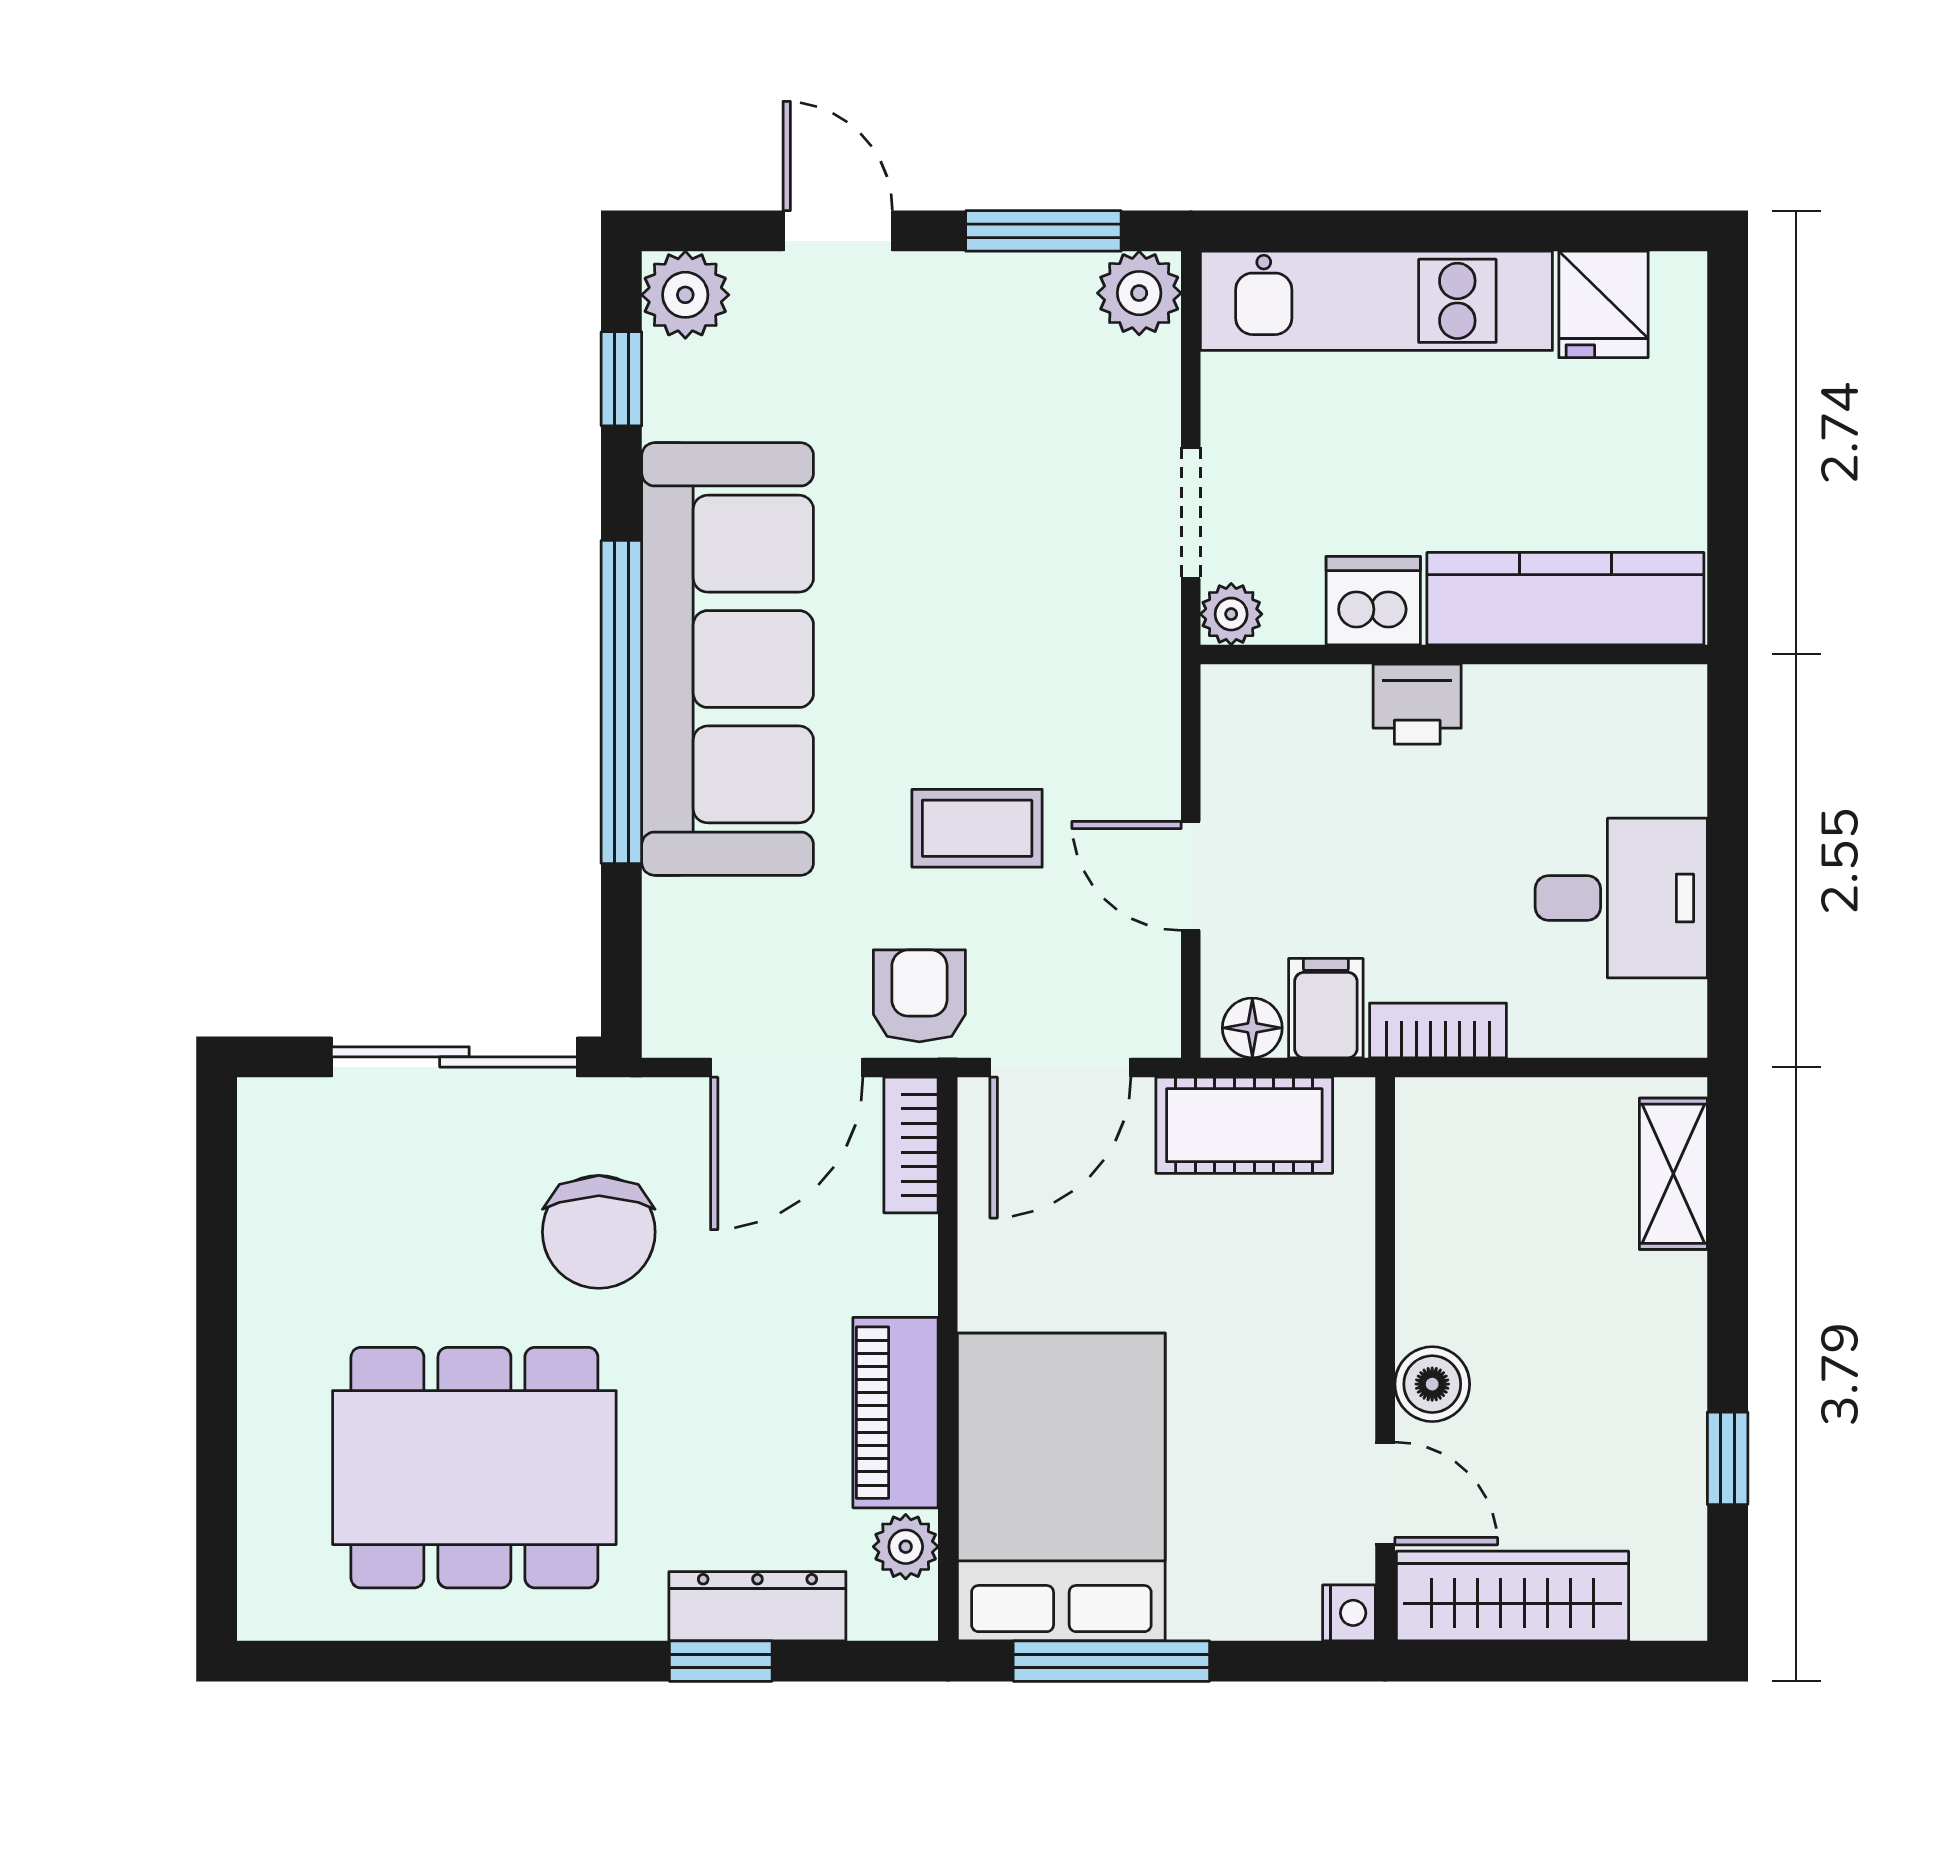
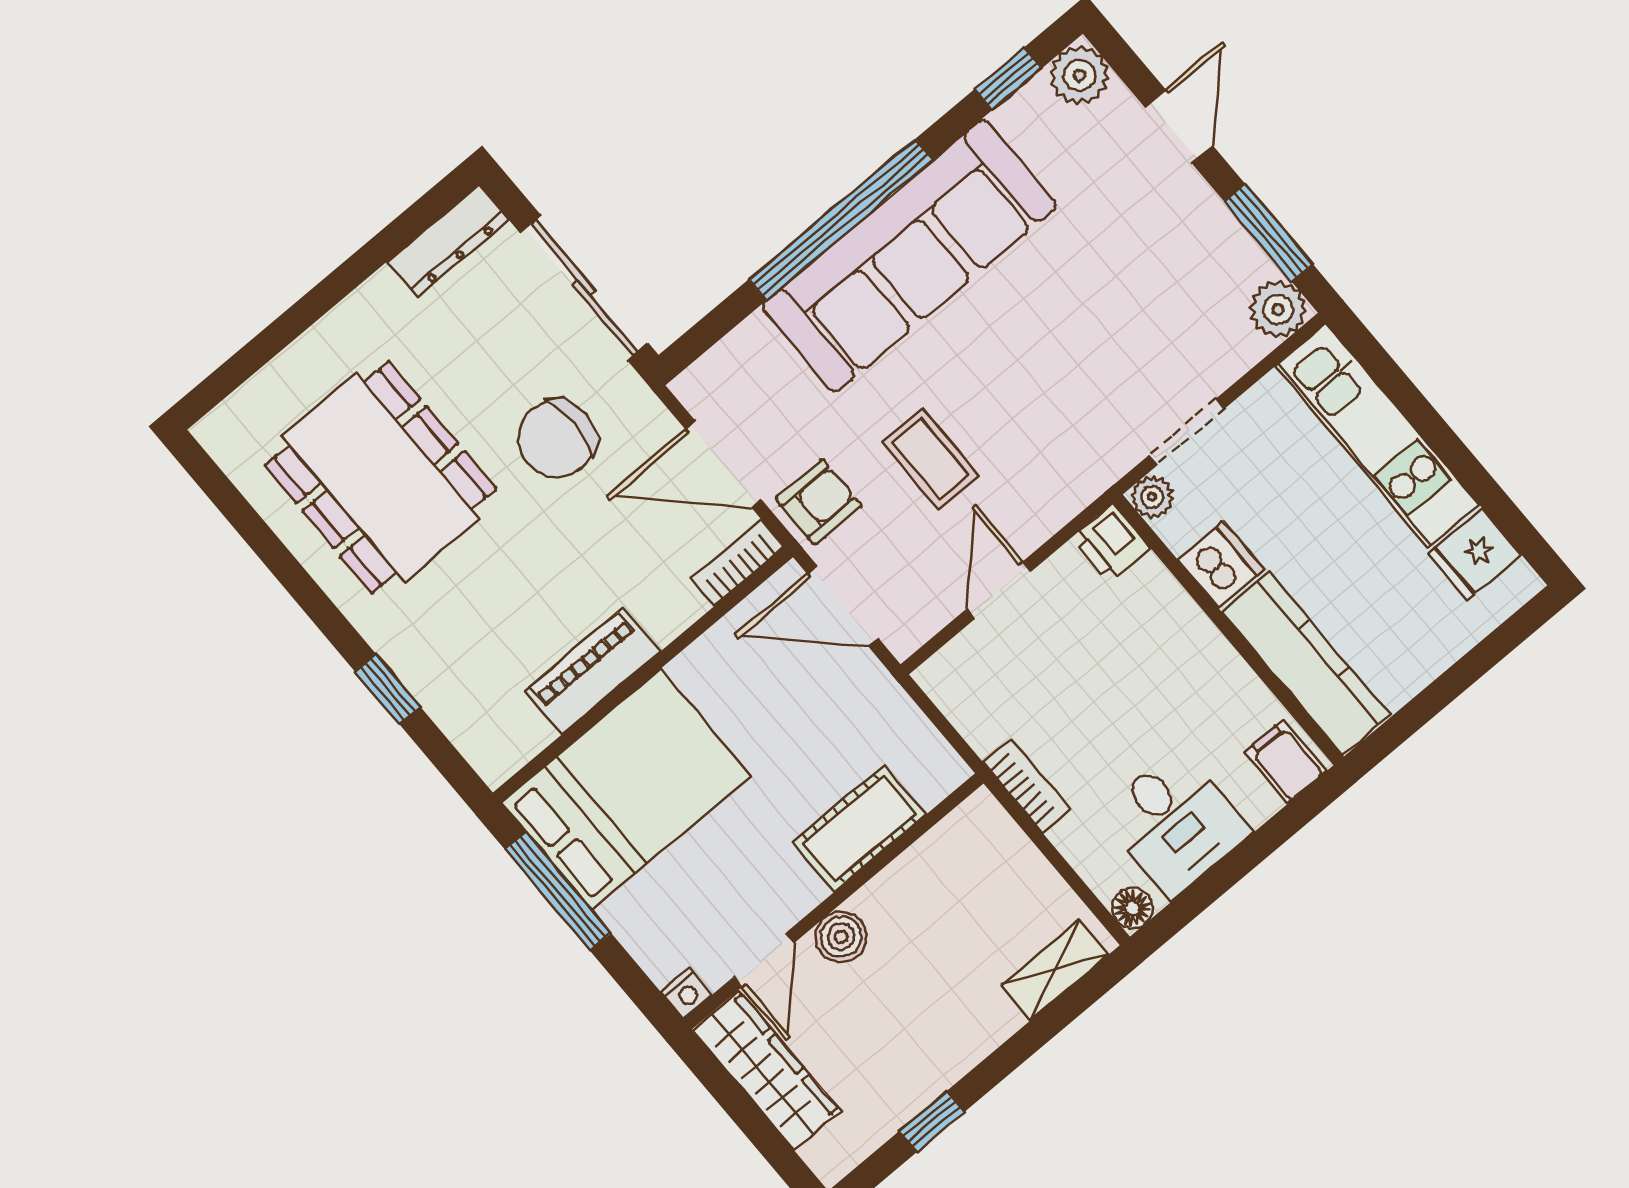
printer: (1417, 704) -> (1111, 543), moved
filing cabinet: (1326, 1008) -> (1286, 762), moved, turned -90
floor lamp: (1252, 1028) -> (1132, 908), moved
cot: (1244, 1125) -> (859, 829), moved, turned 90
plant: (906, 1547) -> (527, 735), removed
dresser: (757, 1606) -> (448, 241), moved, turned 90

